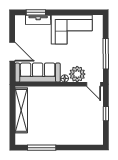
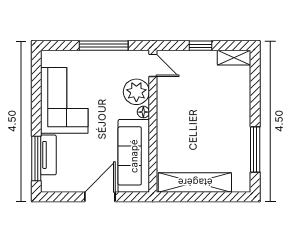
window: (36, 12) -> (36, 159), width x1.44
door: (94, 84) -> (153, 65), hinge flipped
shelving: (98, 134) -> (234, 58), added

